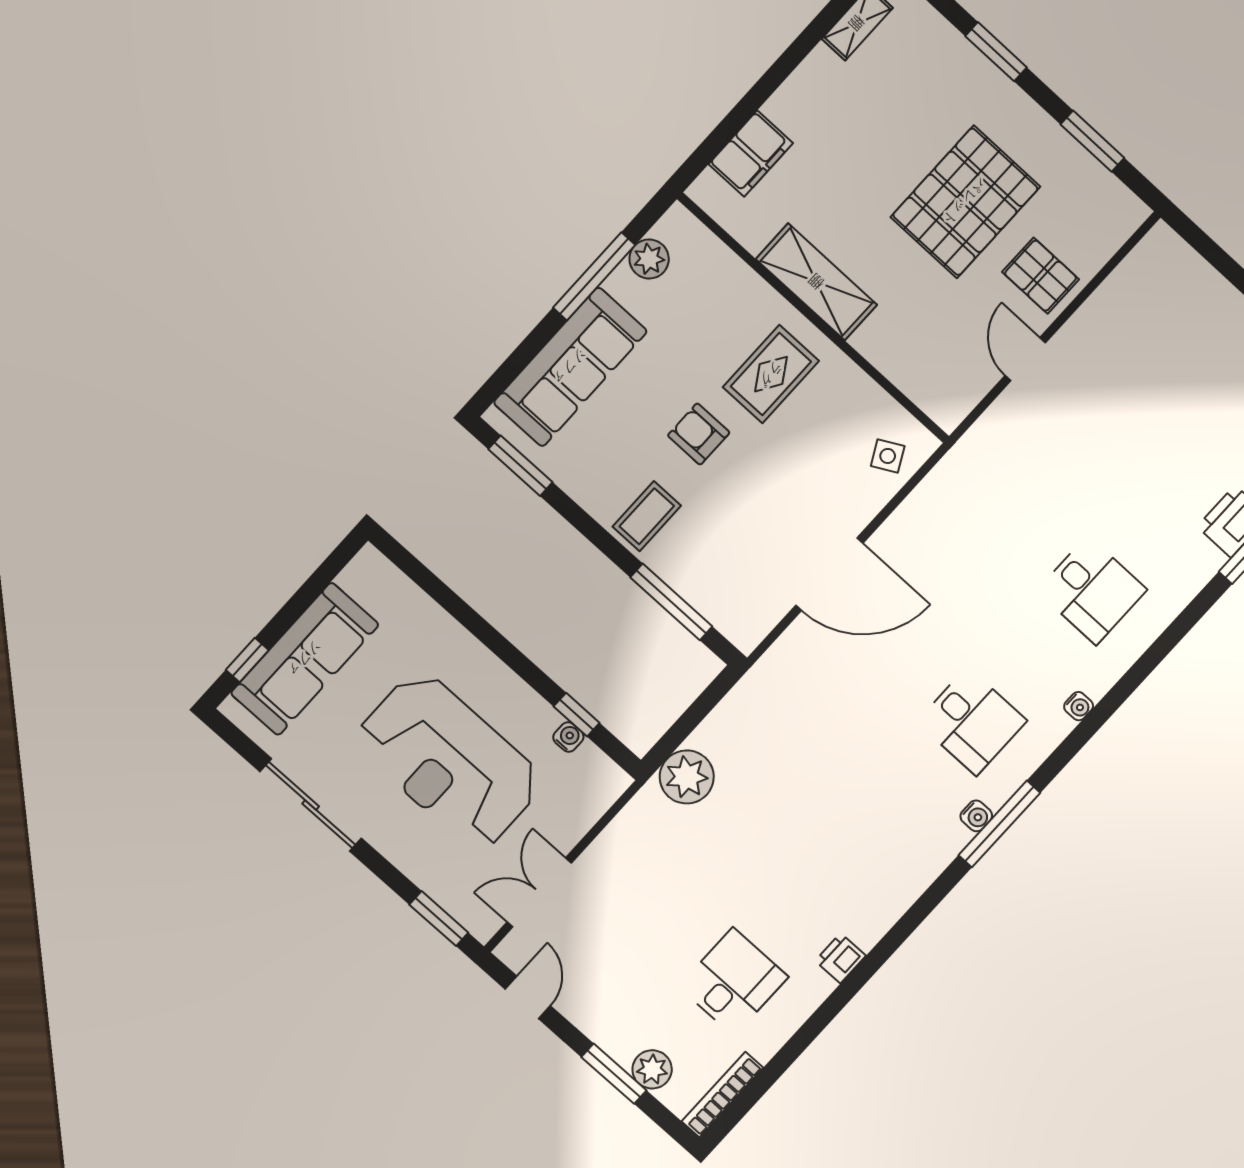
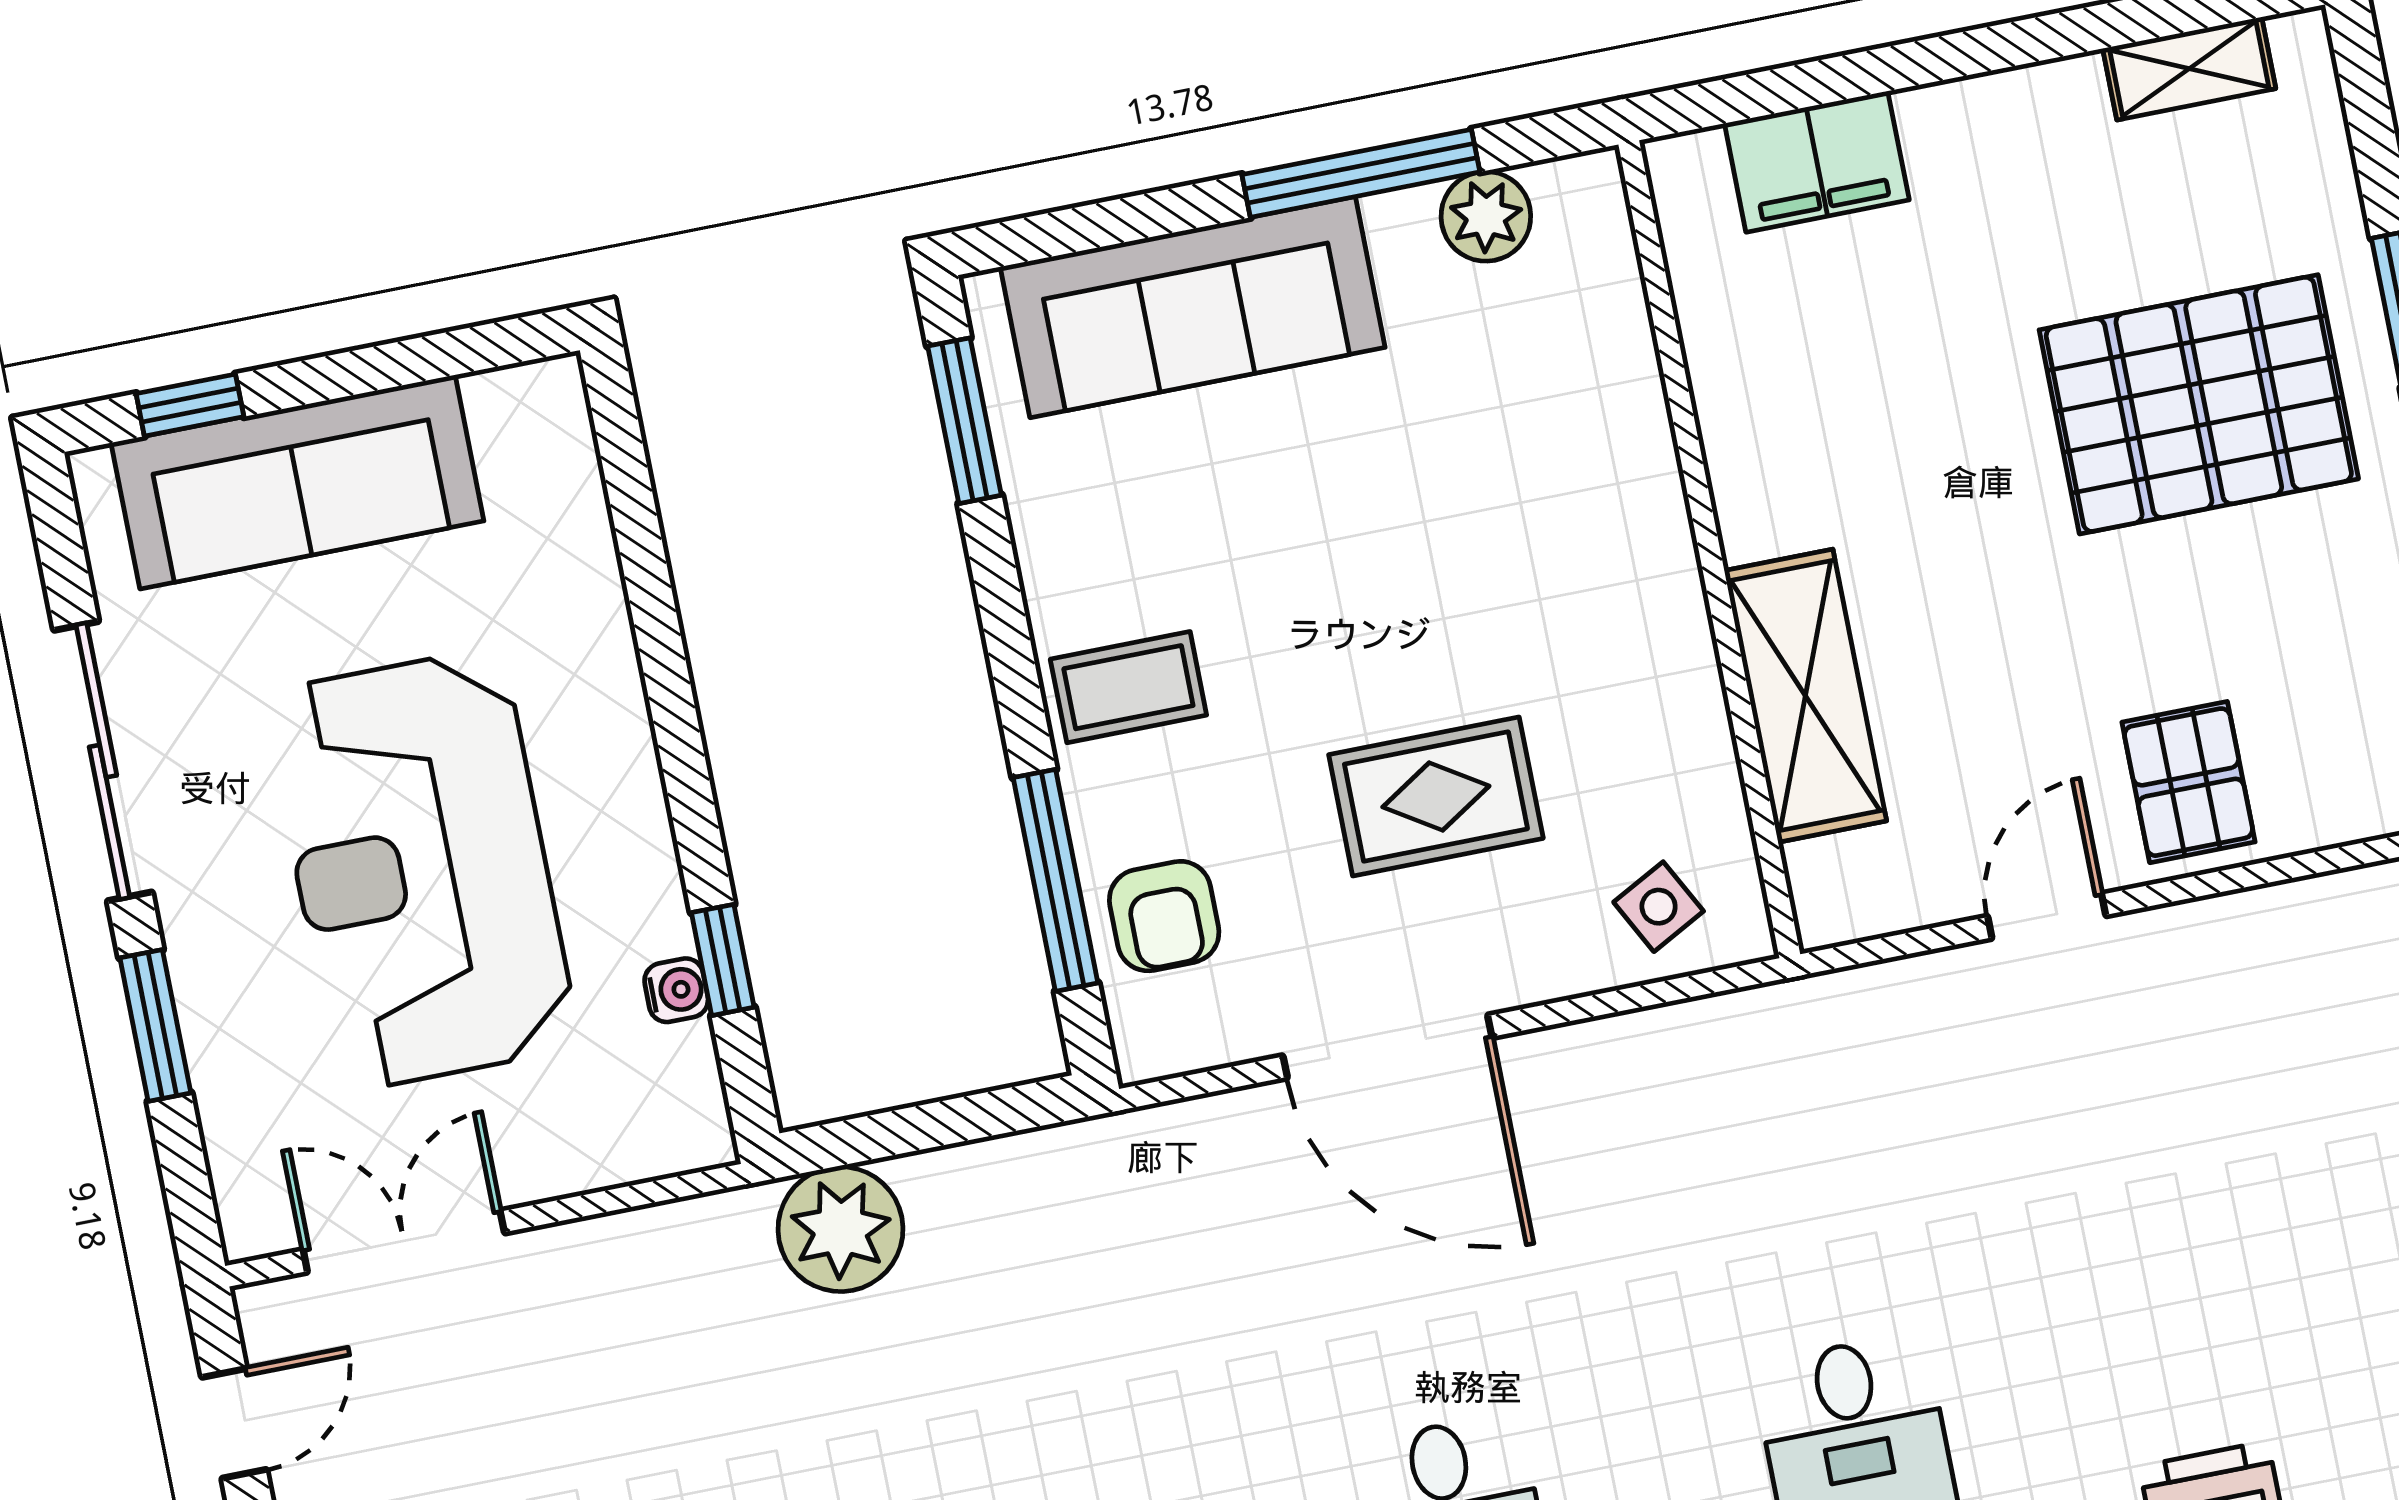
pallet: (965, 202) -> (2199, 404), moved
shelving: (816, 282) -> (1805, 696), moved
rug: (771, 374) -> (1436, 796), moved
armchair: (699, 434) -> (1164, 916), moved, turned 180
window: (439, 919) -> (155, 1025), moved

